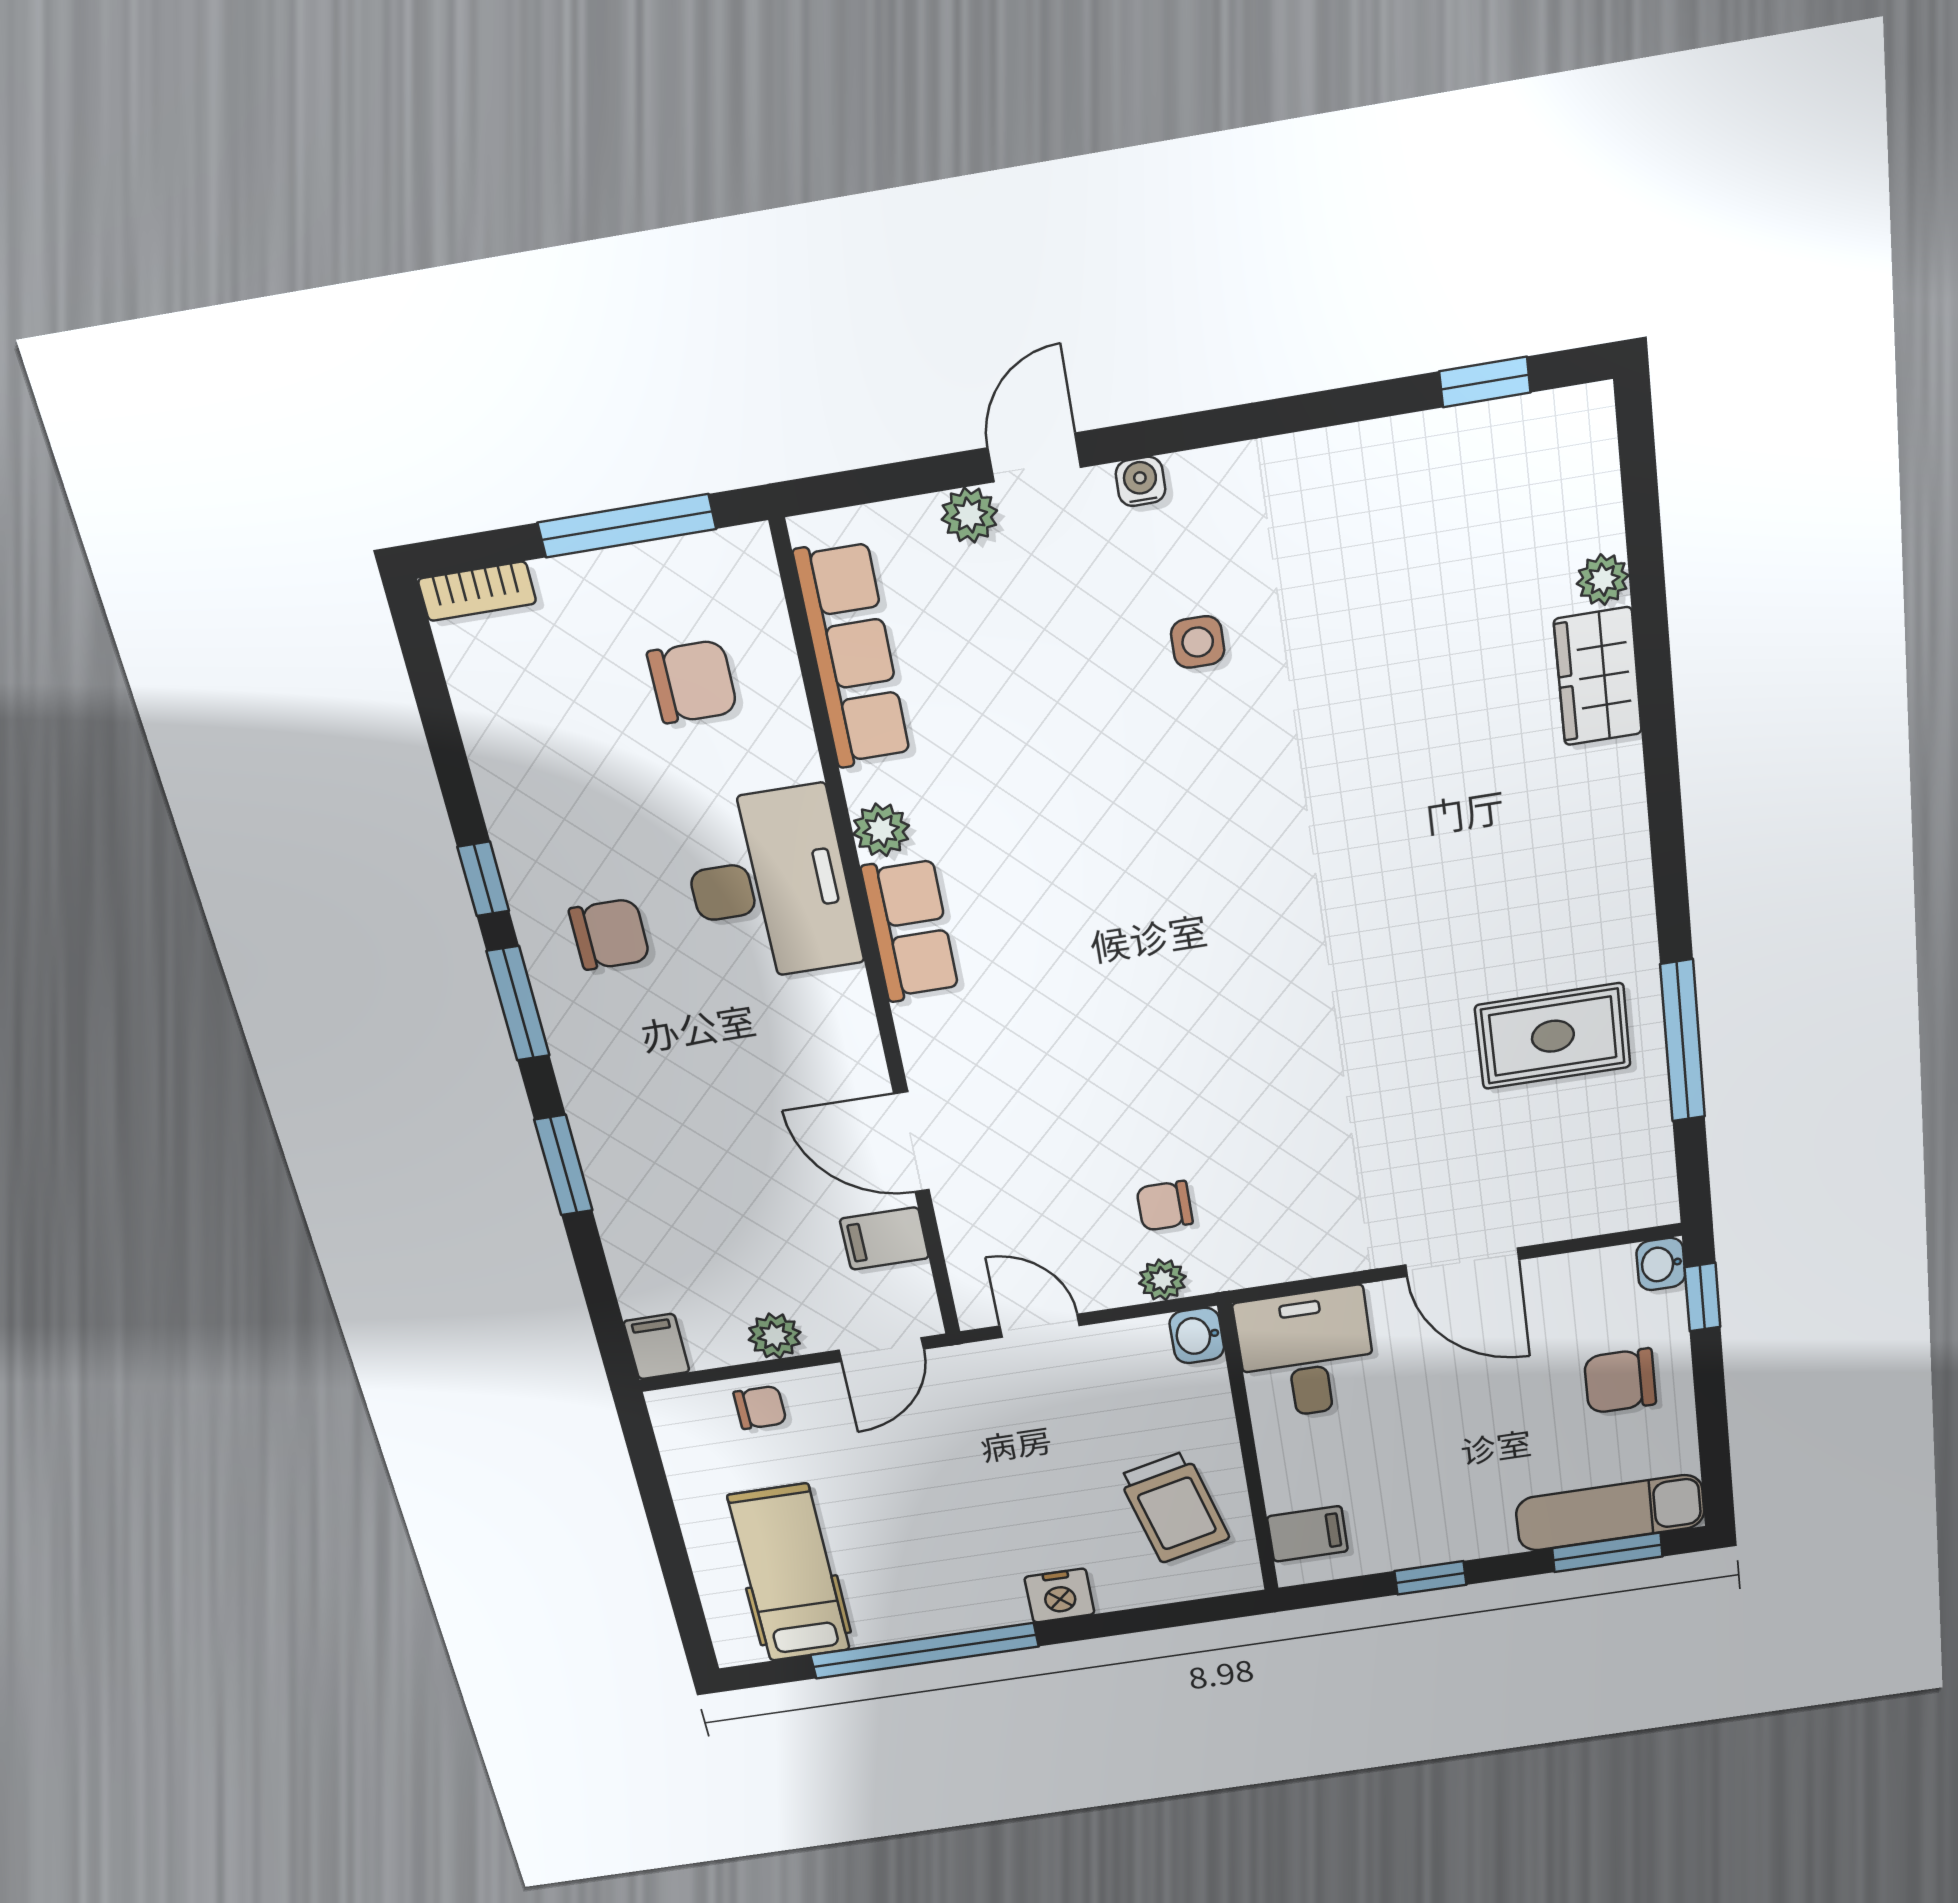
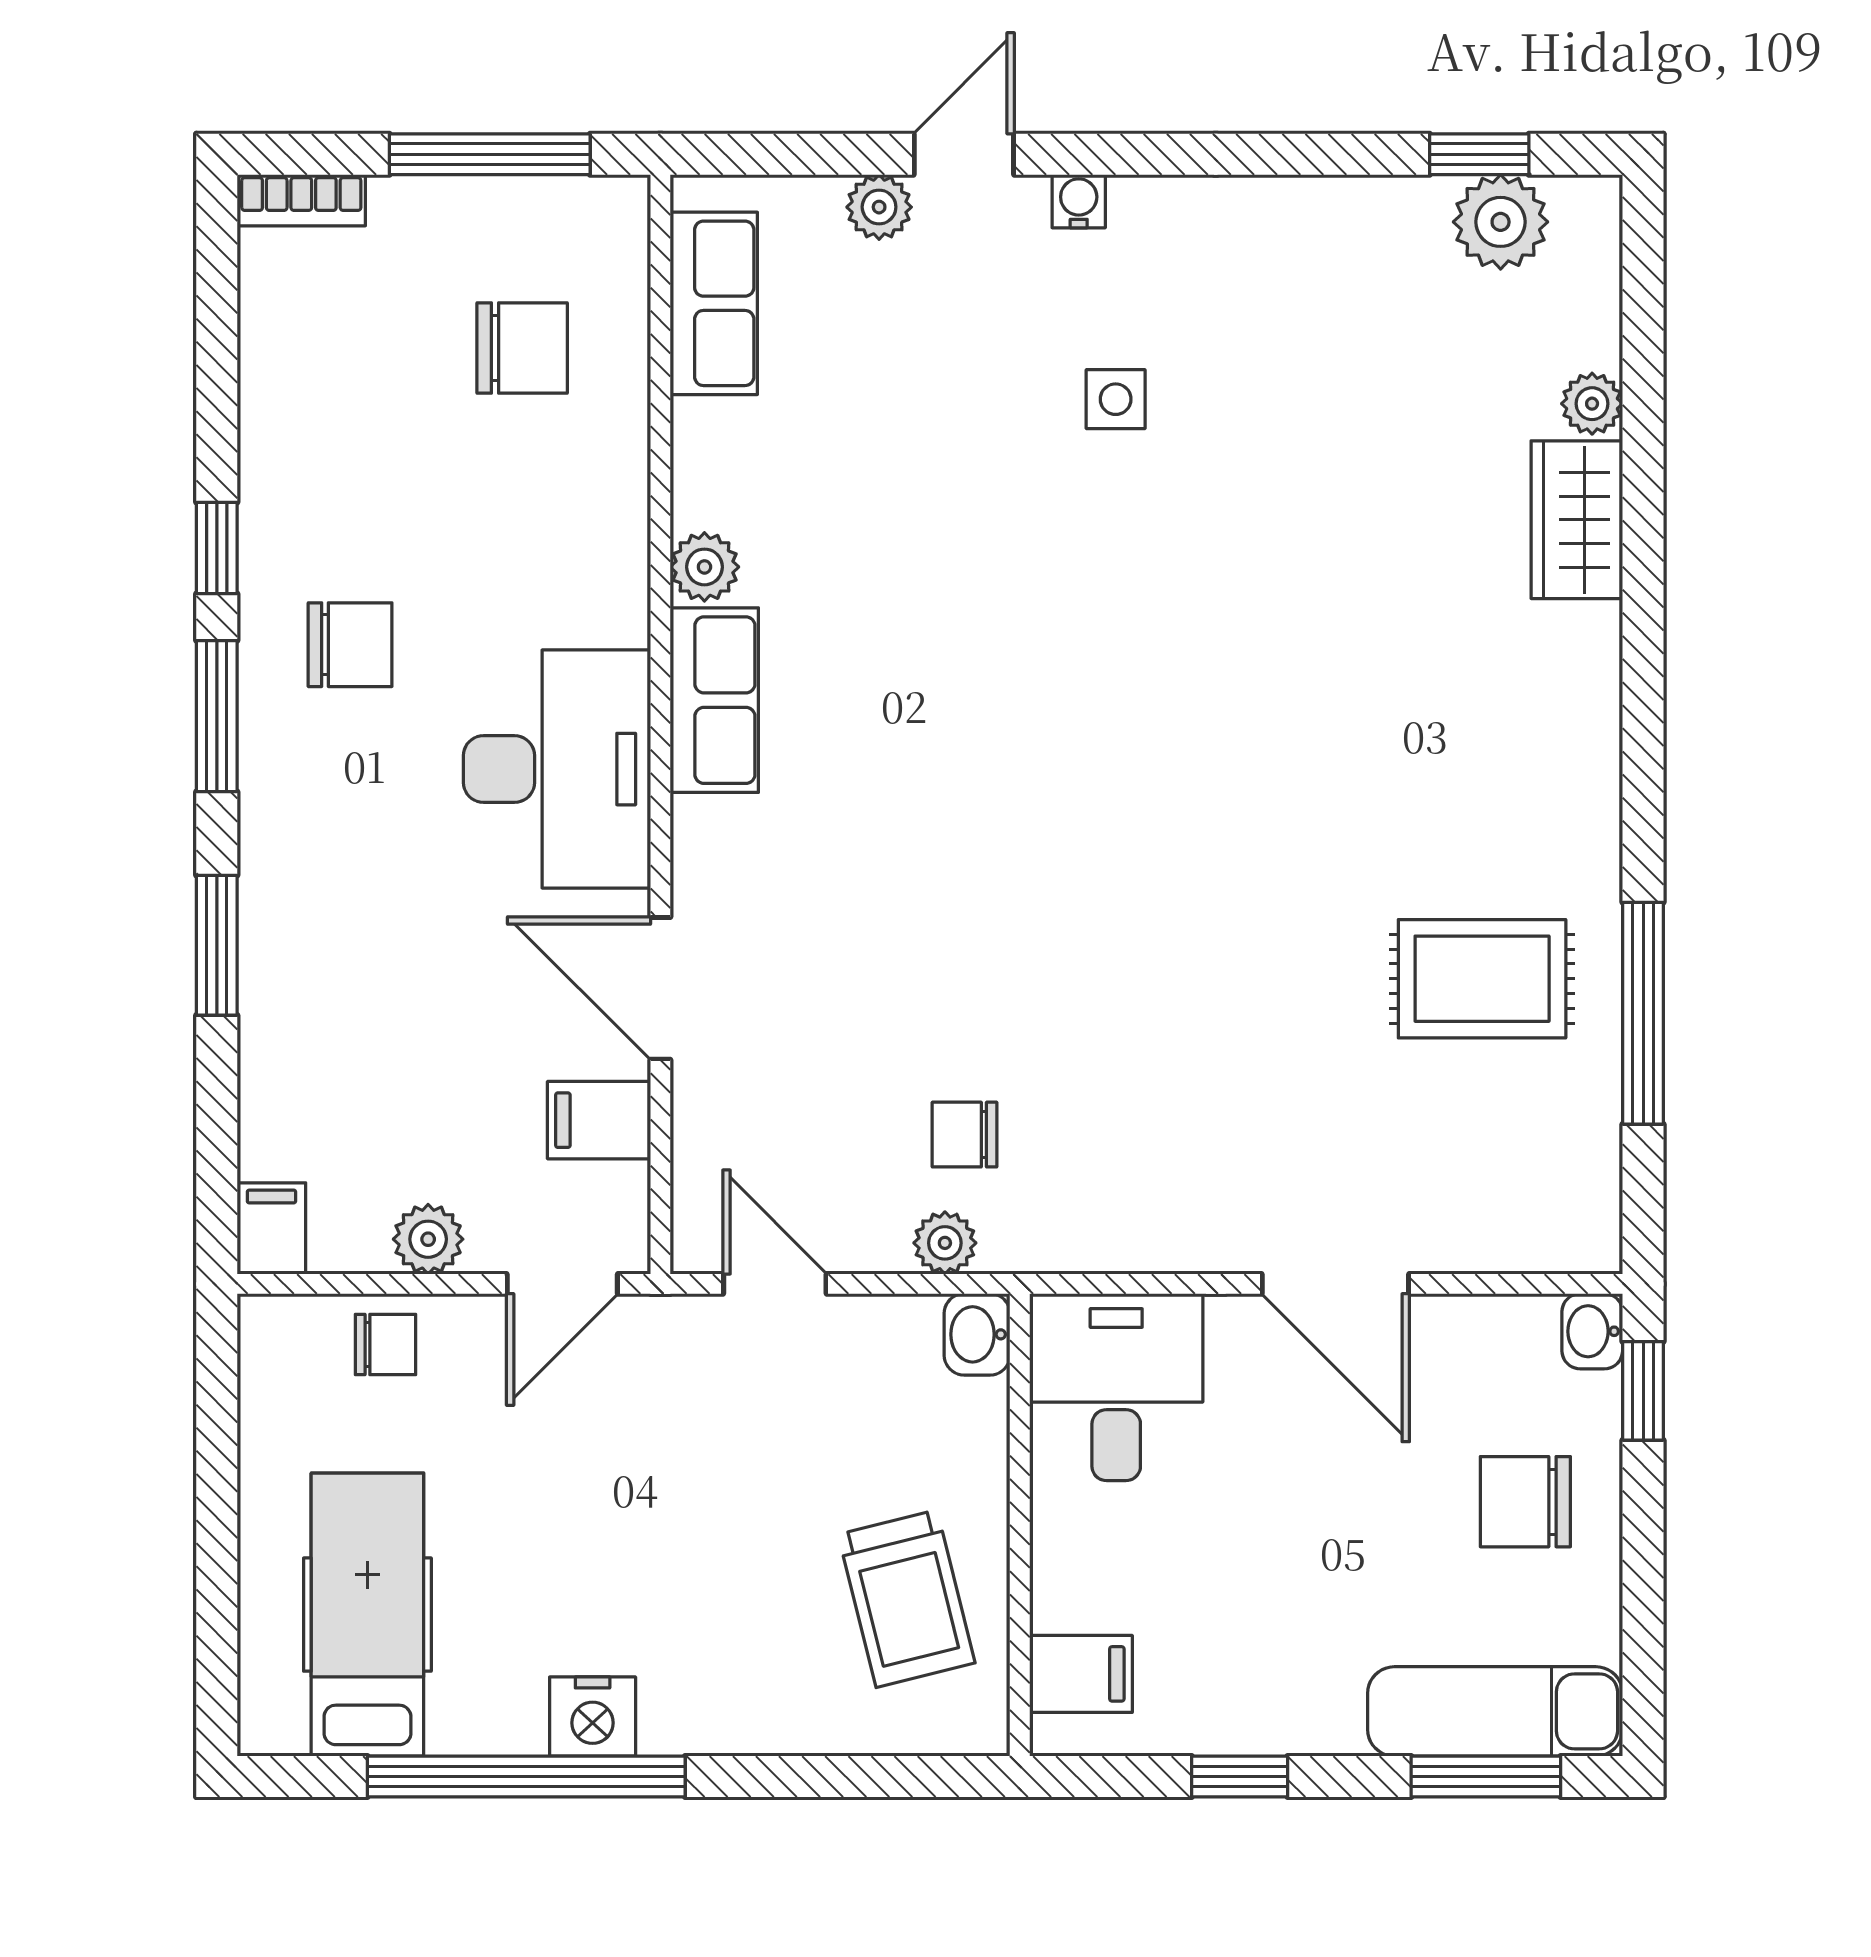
plant: (1510, 438) -> (1501, 222), added
row of seats: (852, 655) -> (714, 303), width x0.68
desk: (770, 885) -> (557, 769), moved
nightstand: (1059, 1596) -> (593, 1716), moved

